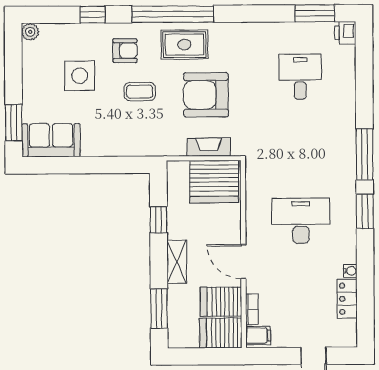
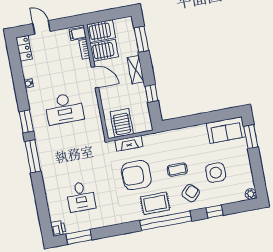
armchair: (125, 51) -> (191, 193), turned 135
armchair: (206, 95) -> (136, 175), turned 180
server rack: (214, 182) -> (122, 123), width x0.62
locker: (347, 299) -> (24, 48), moved

